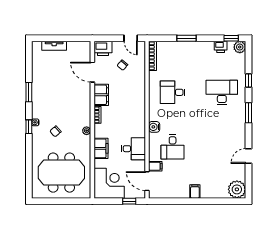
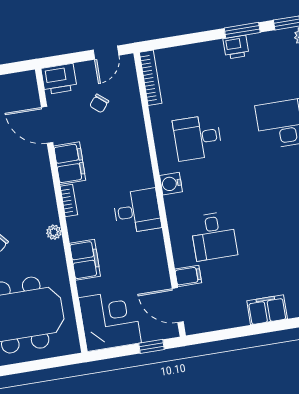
door: (131, 38) -> (106, 53), hinge flipped
window: (187, 38) -> (242, 30), moved
printer: (221, 47) -> (236, 47), moved
water cooler: (154, 127) -> (171, 184), moved
desk: (133, 149) -> (137, 211), moved
filing cabinet: (195, 192) -> (267, 310), width x2.00

